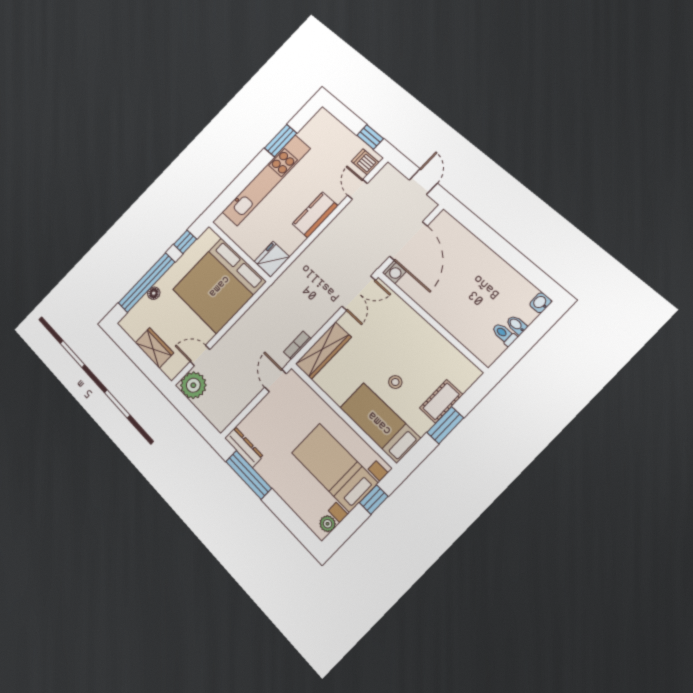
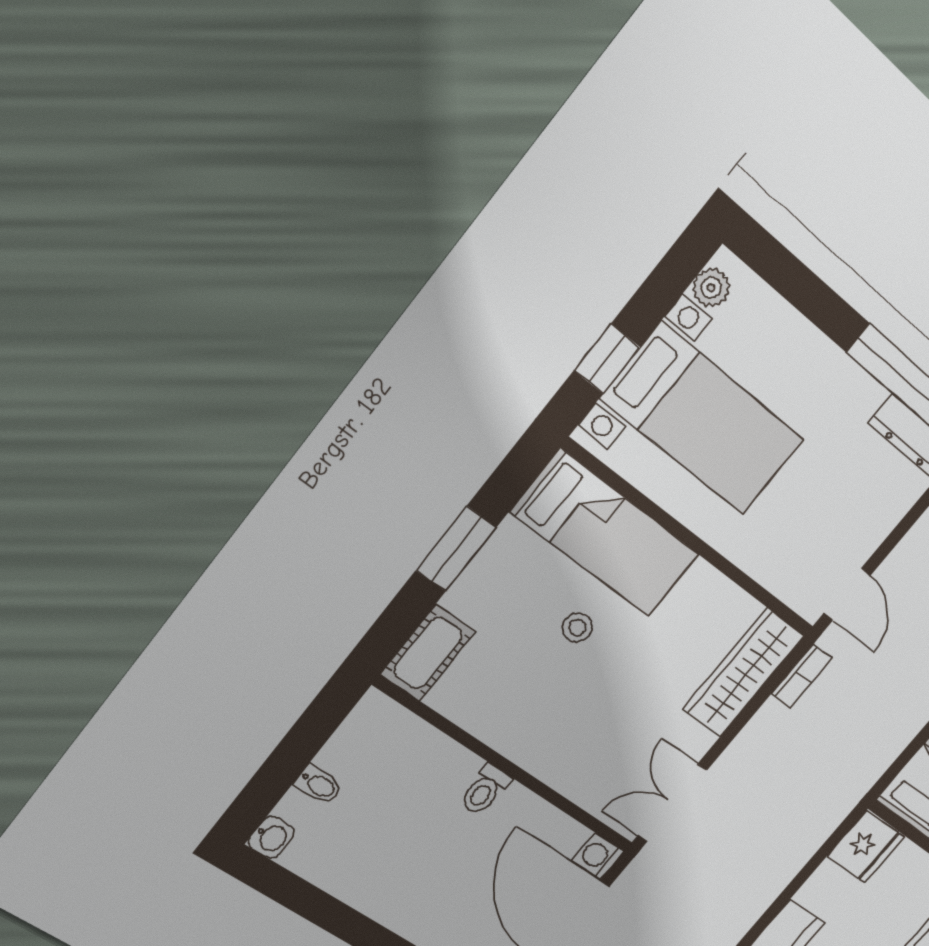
toilet: (504, 334) -> (485, 790), moved, turned 90
cot: (441, 401) -> (428, 653), moved

